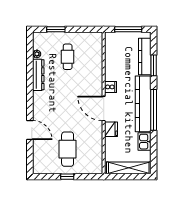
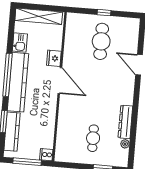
cooker: (111, 87) -> (46, 155), moved

